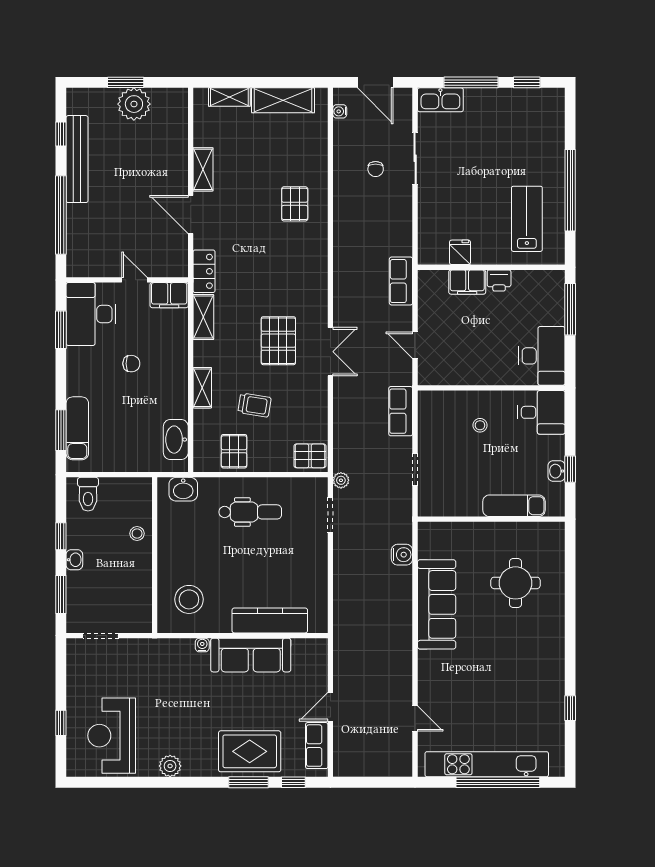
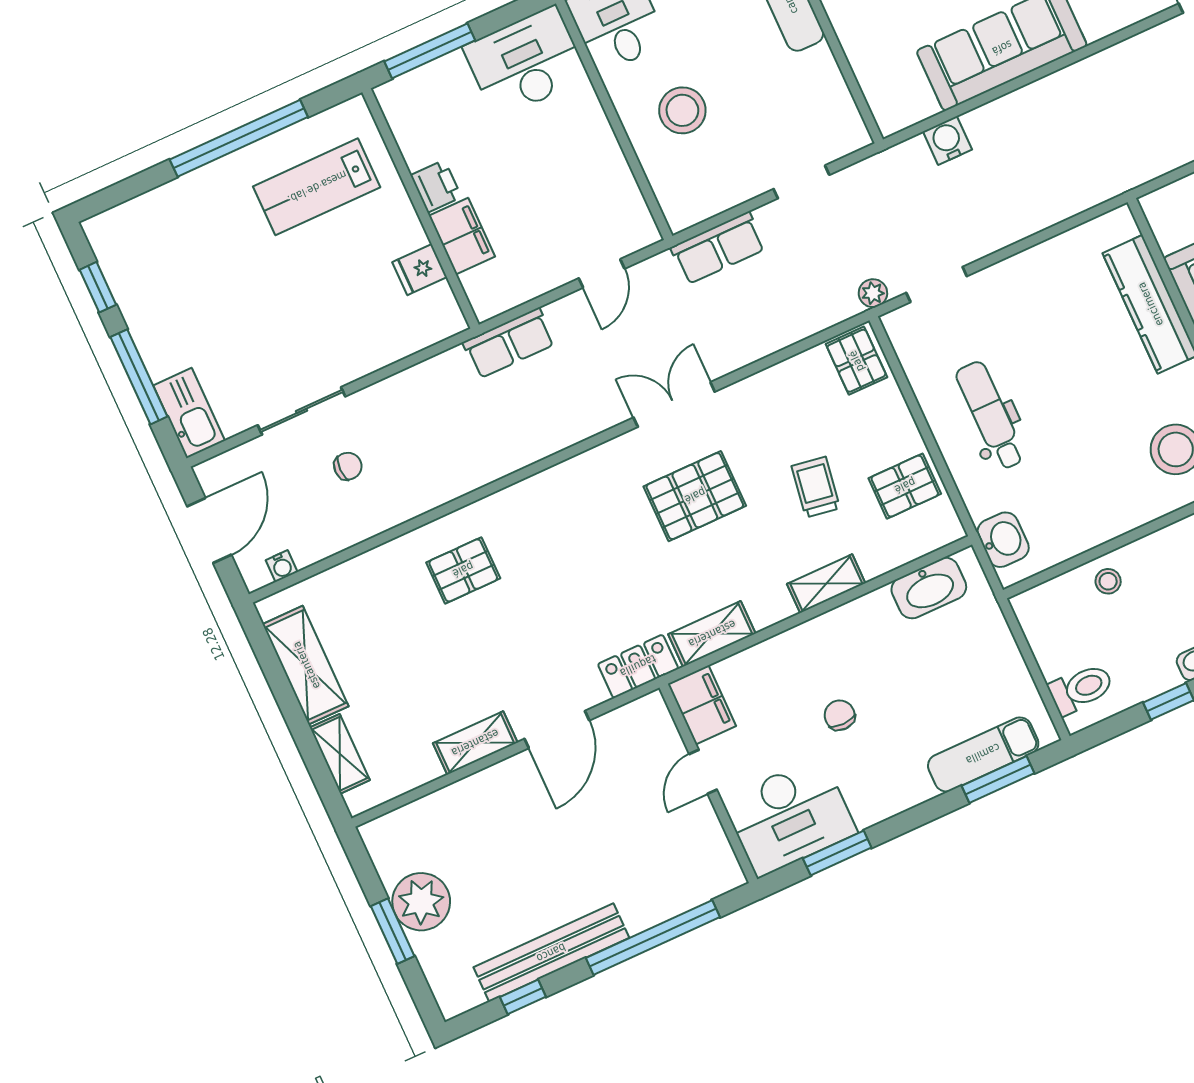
stool: (480, 425) -> (682, 110), width x1.89, depth x1.89

